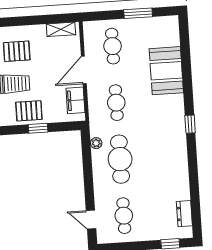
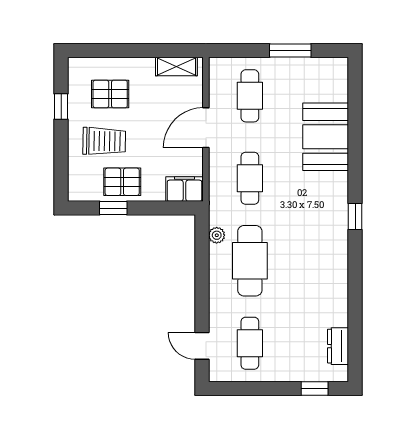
filing cabinet: (75, 100) -> (184, 189), moved, turned 90
window: (38, 128) -> (113, 208), moved

